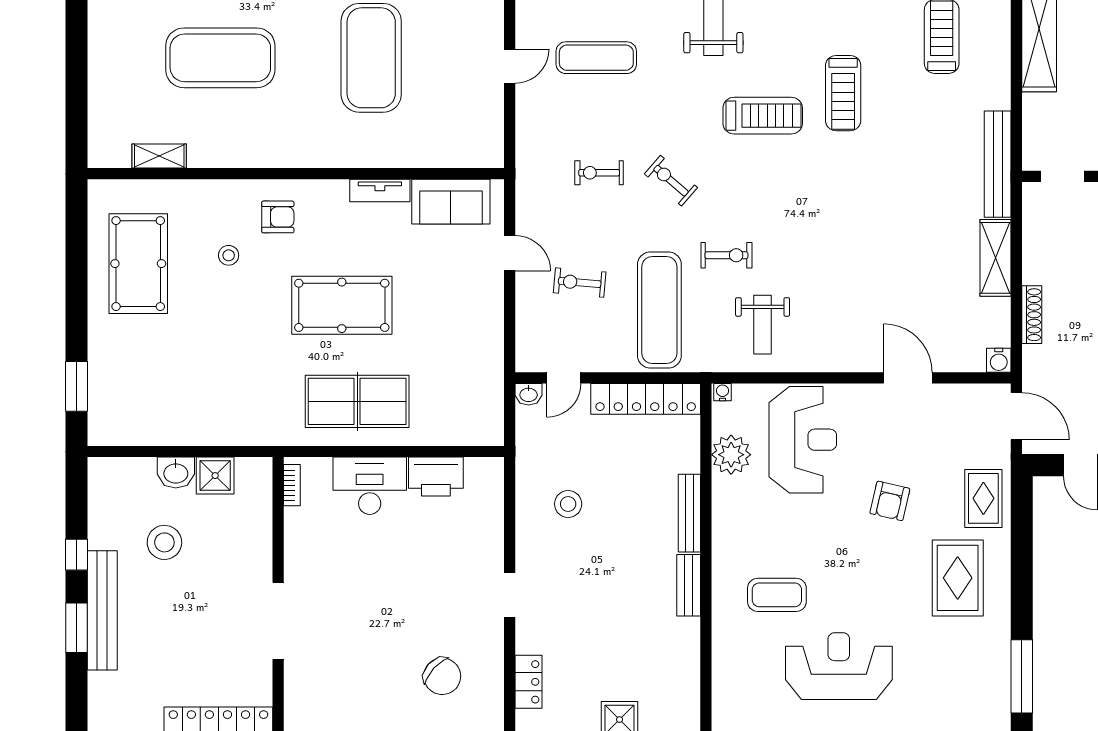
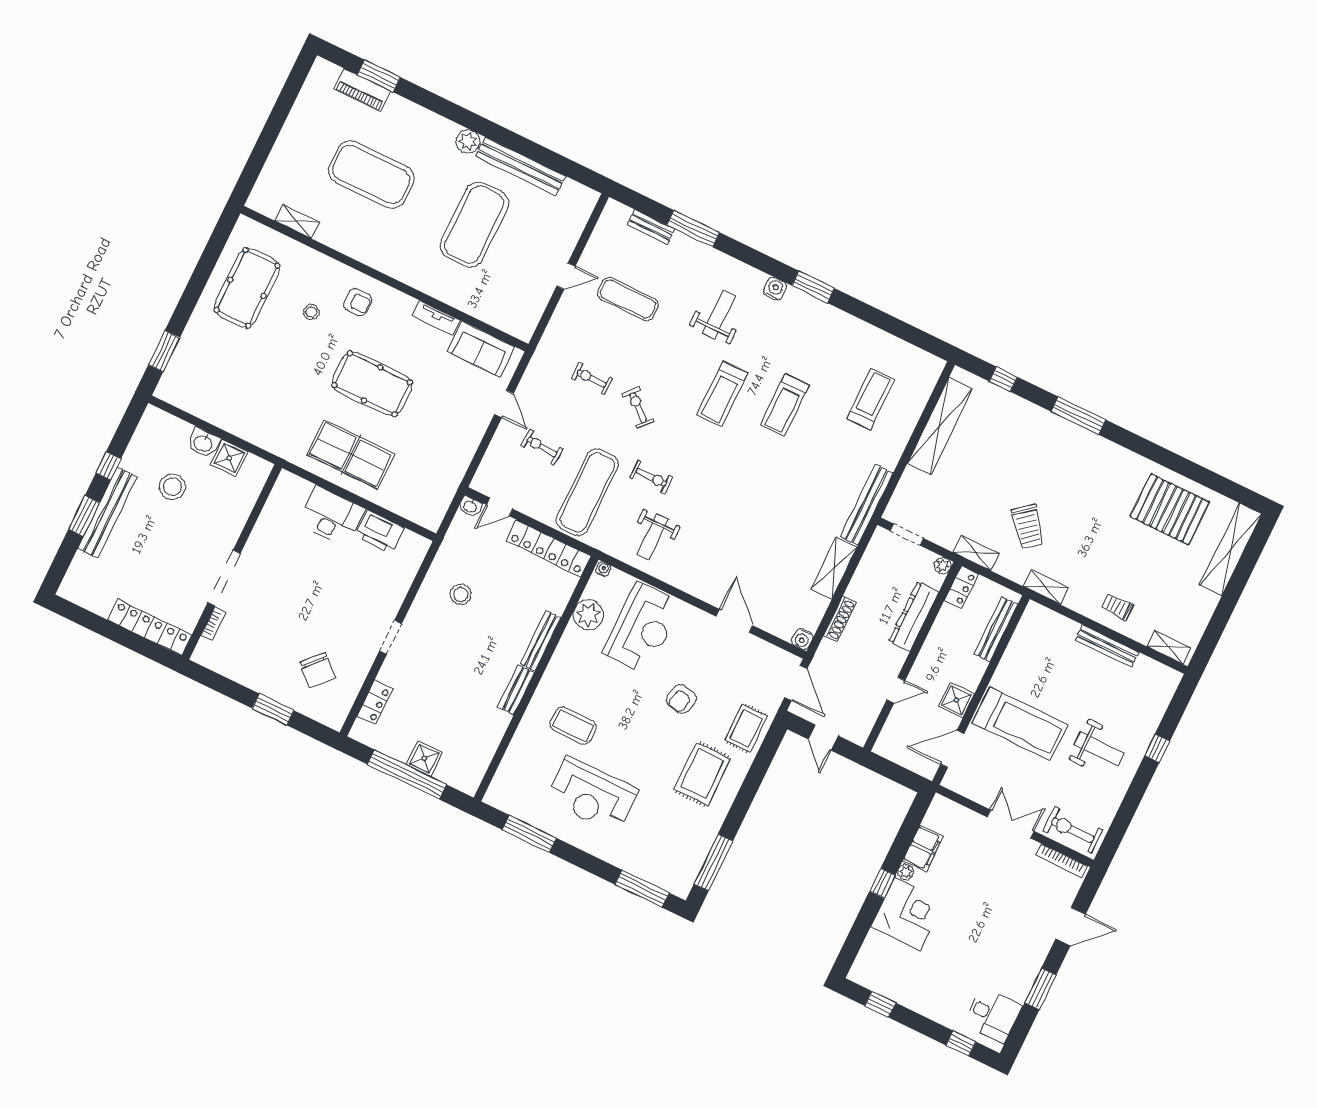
treadmill: (763, 116) -> (722, 394), turned 90
bookcase: (292, 485) -> (214, 624), moved
reception desk: (839, 666) -> (592, 795), turned 180

